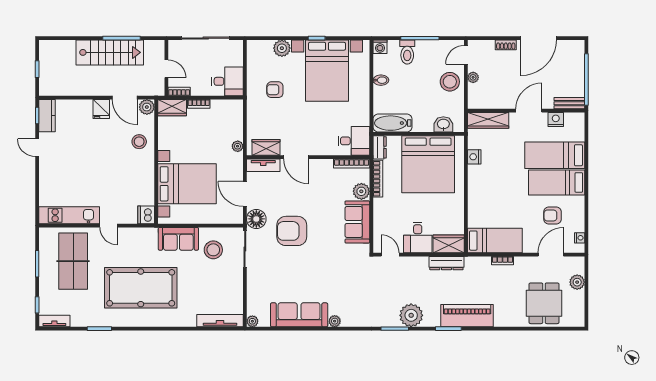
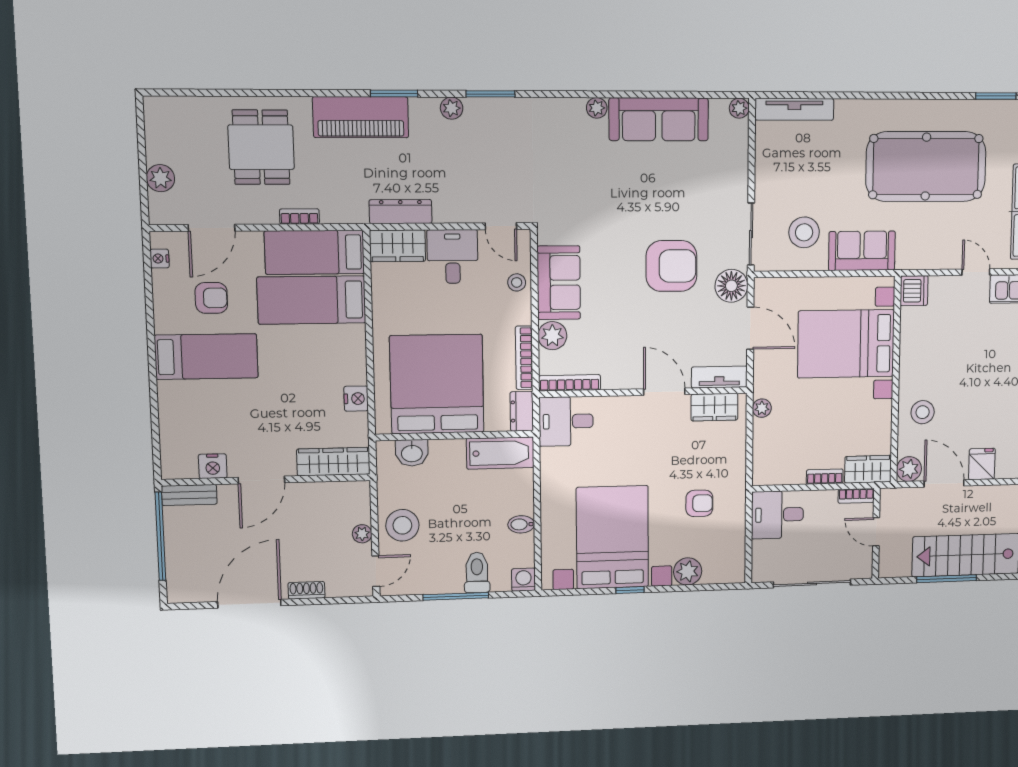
bed: (555, 155) -> (312, 300), moved, turned 180
stool: (382, 222) -> (517, 282), added
dining table: (544, 303) -> (261, 147), moved
plant: (411, 315) -> (452, 108), width x0.53, depth x0.53

